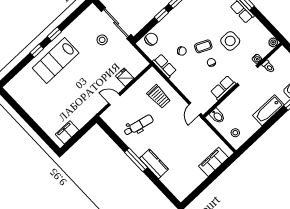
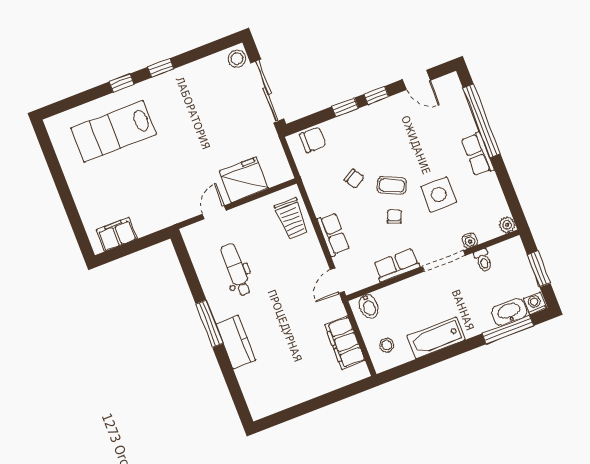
stool: (102, 40) -> (237, 59), moved
lab bench: (56, 60) -> (114, 131), moved
row of seats: (164, 66) -> (333, 234), moved
fridge: (125, 77) -> (244, 180), width x1.88, depth x1.34
trolley: (159, 97) -> (292, 219), moved
door: (114, 99) -> (214, 212), hinge flipped
bathtub: (268, 110) -> (436, 338), moved
dental chair: (139, 125) -> (236, 270), turned -103
filing cabinet: (214, 162) -> (345, 343), moved, turned -90

